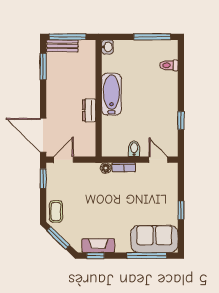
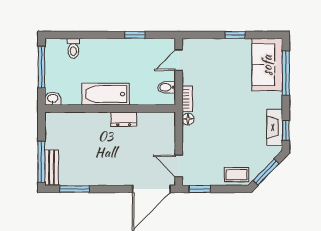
washbasin: (107, 47) -> (53, 99), moved
bathtub: (111, 94) -> (106, 94), moved
wall: (99, 98) -> (110, 109), moved
dresser: (89, 110) -> (124, 119), moved

